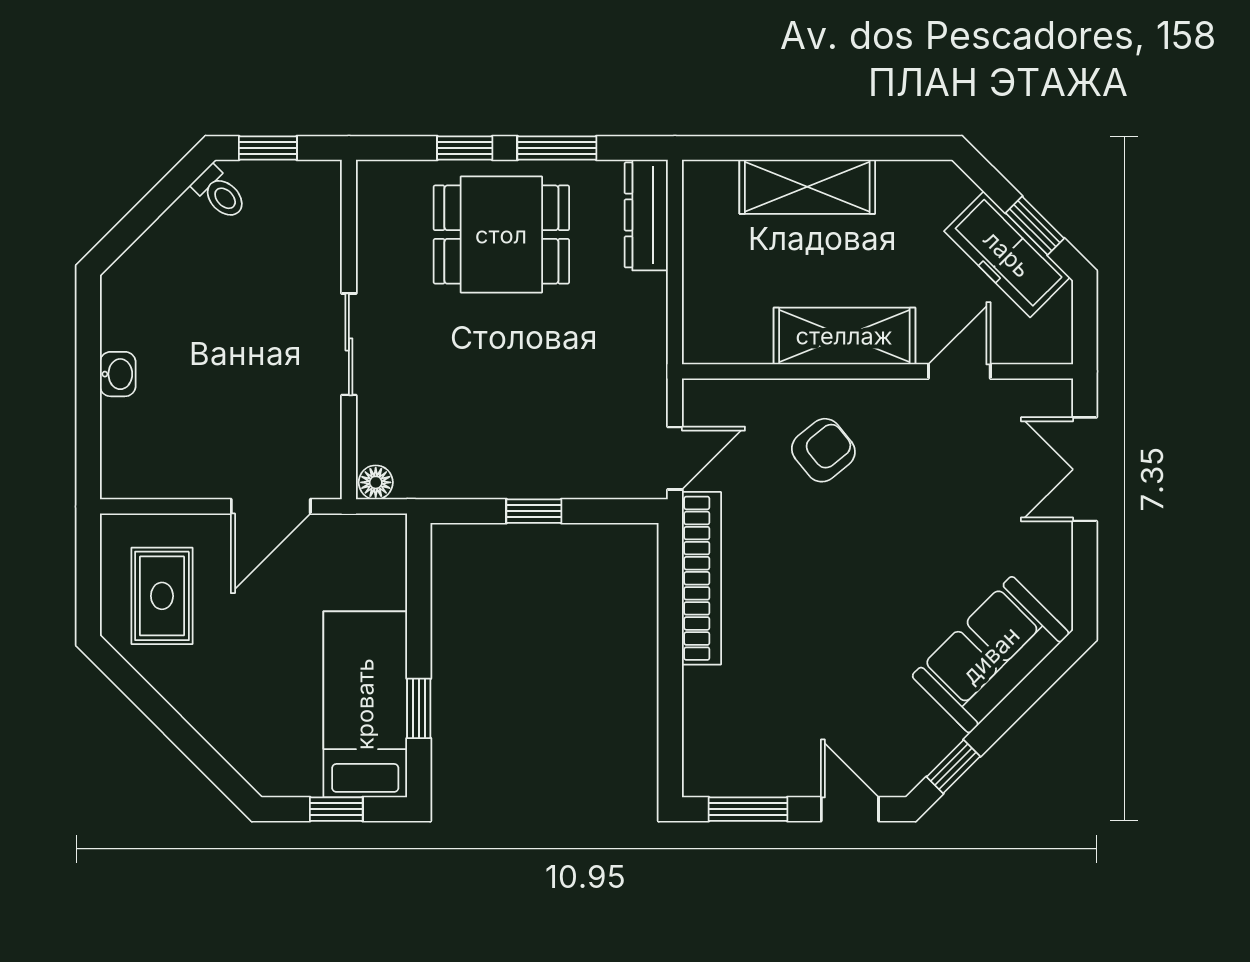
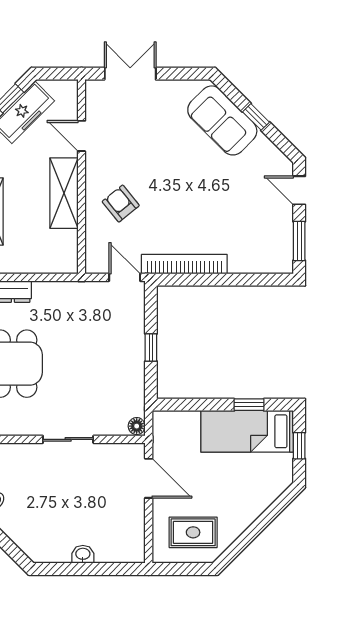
double door: (1085, 469) -> (130, 74), swing flipped
window: (953, 767) -> (256, 117), moved
door: (850, 809) -> (299, 190), hinge flipped

